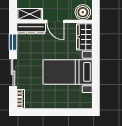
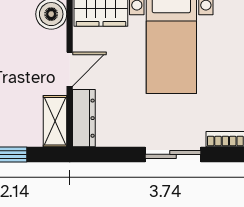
window: (13, 42) -> (112, 154), removed

